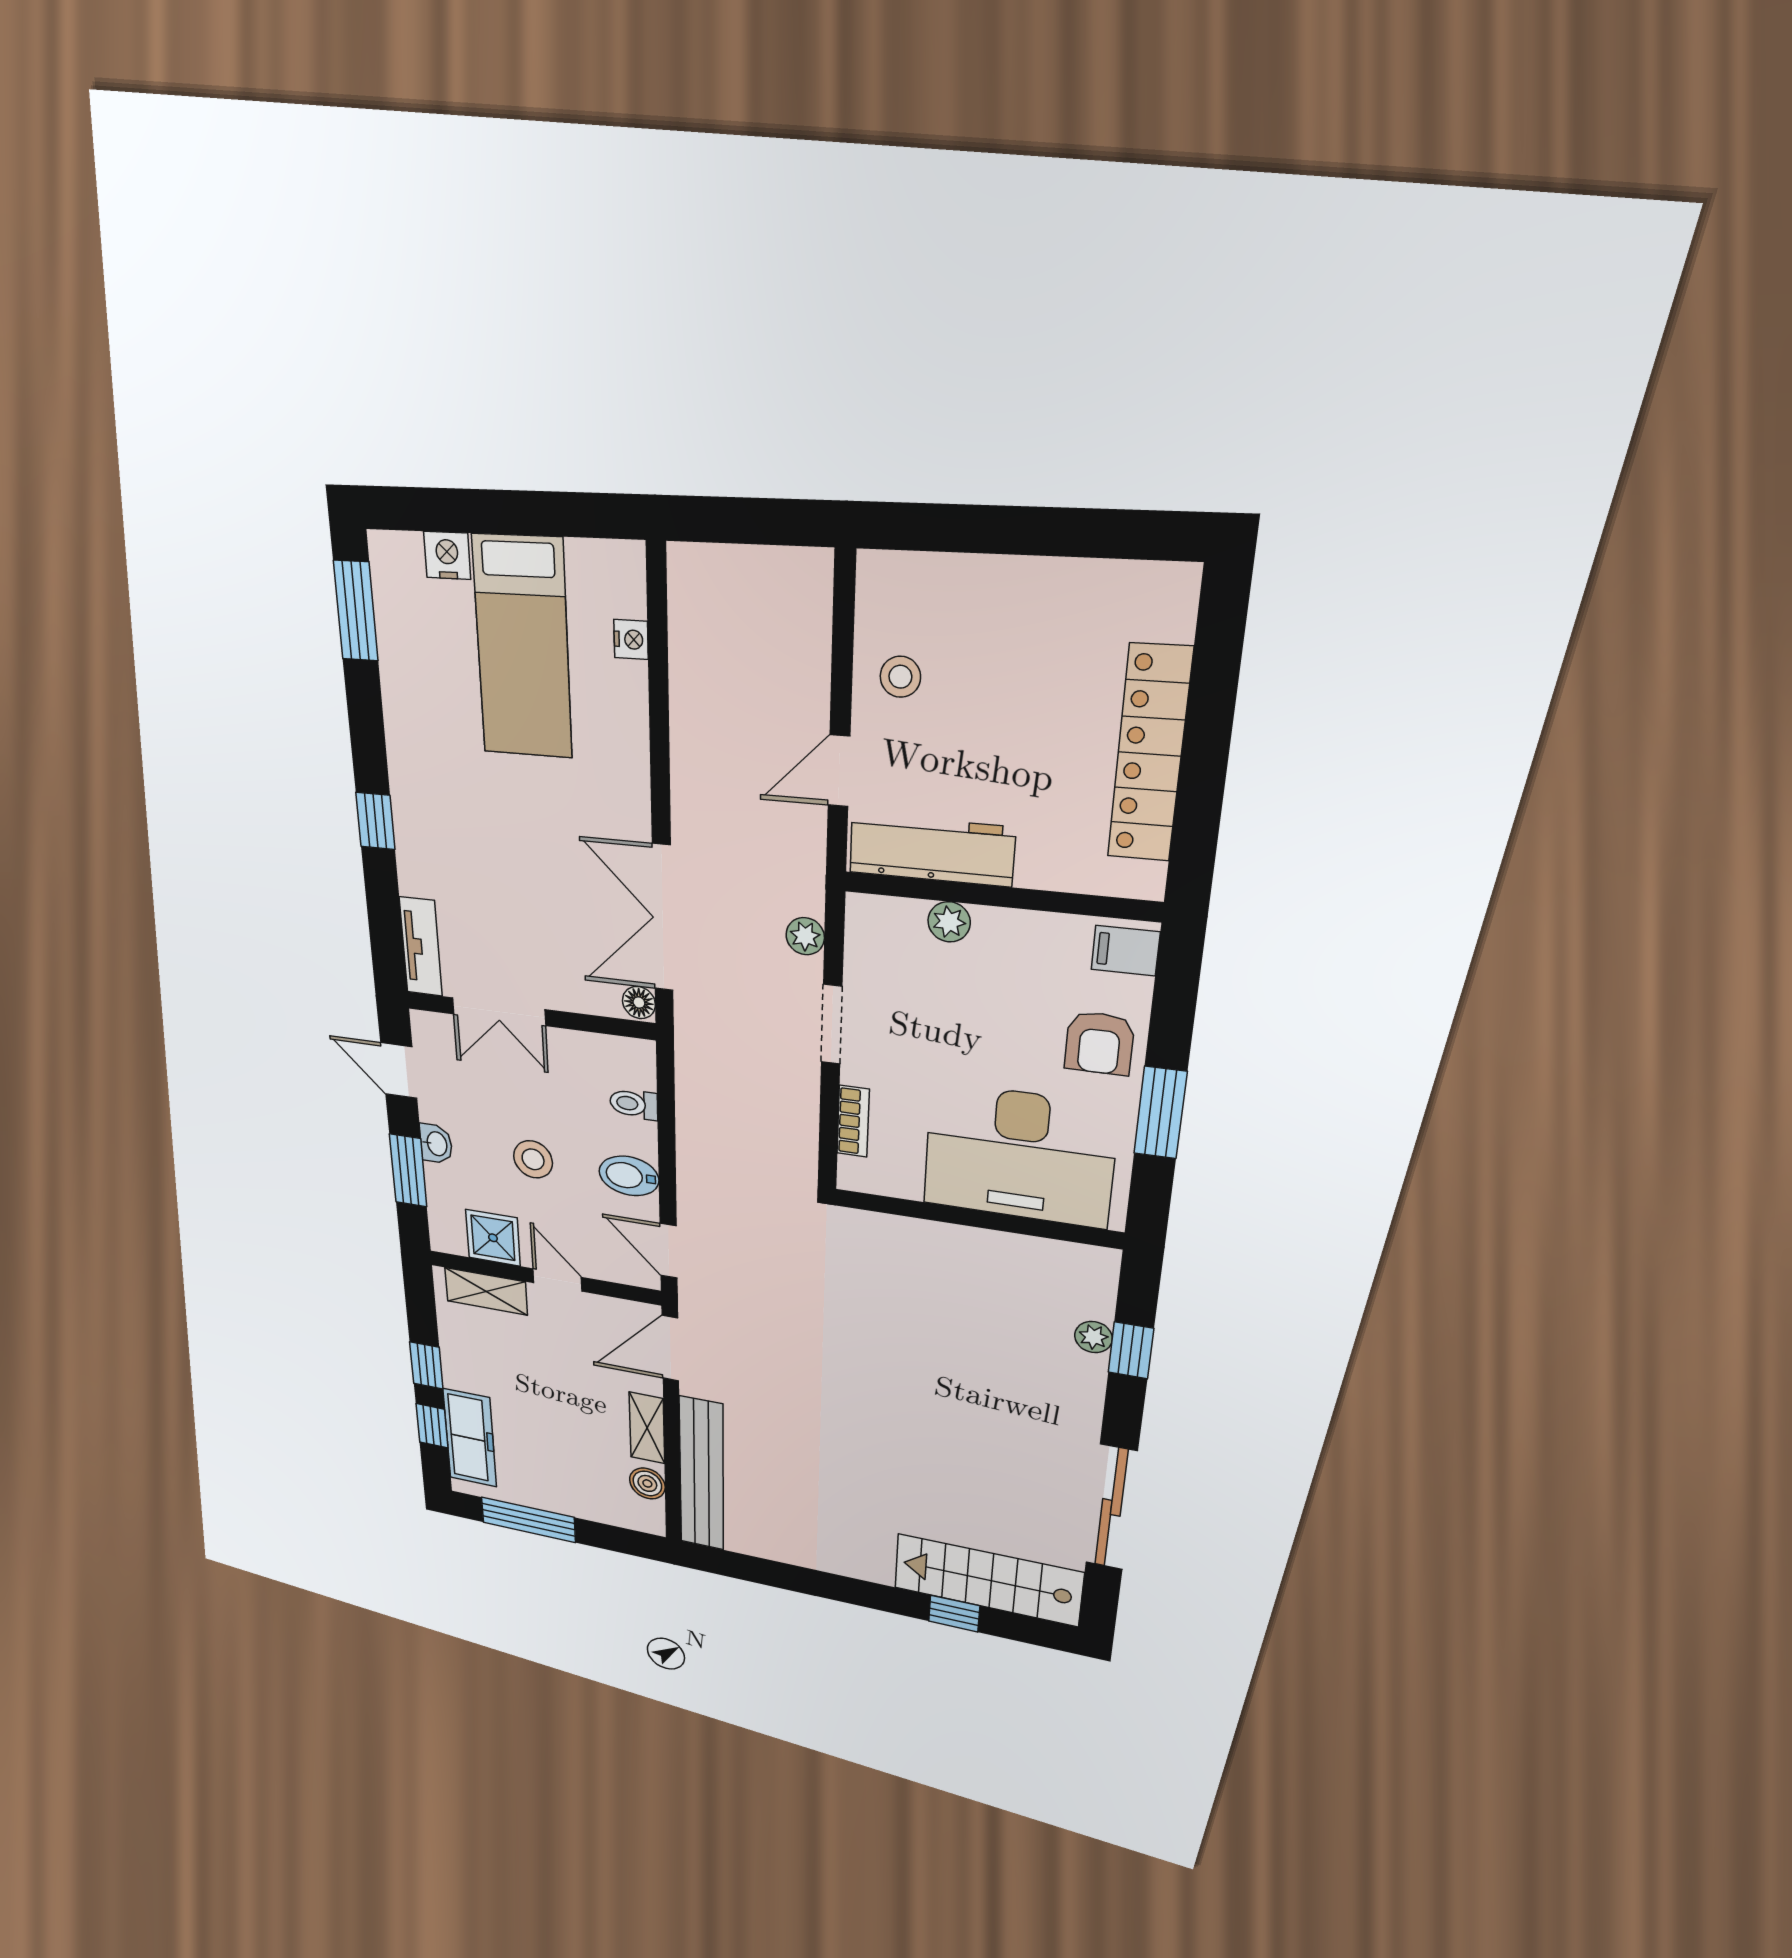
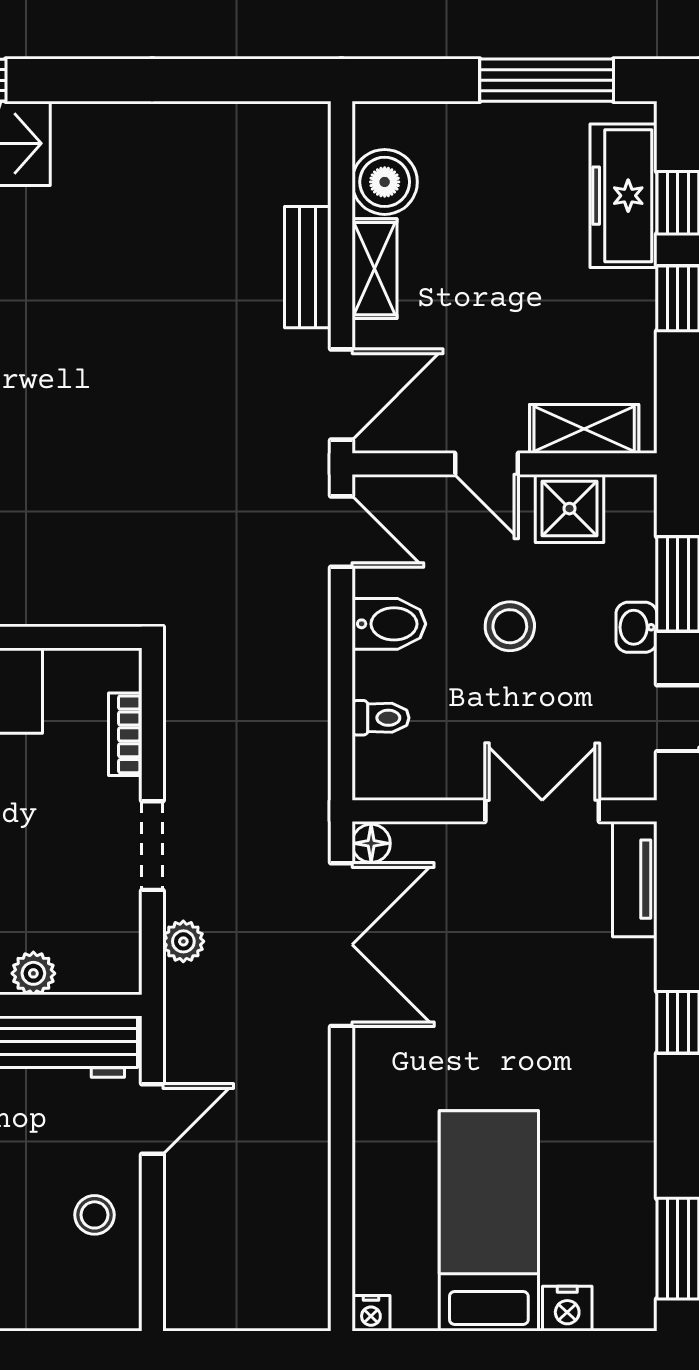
nightstand: (631, 640) -> (371, 1313), moved, turned -90
bench: (702, 1474) -> (308, 267), width x0.54, depth x0.82
boiler: (647, 1483) -> (385, 182), width x1.36, depth x1.36

